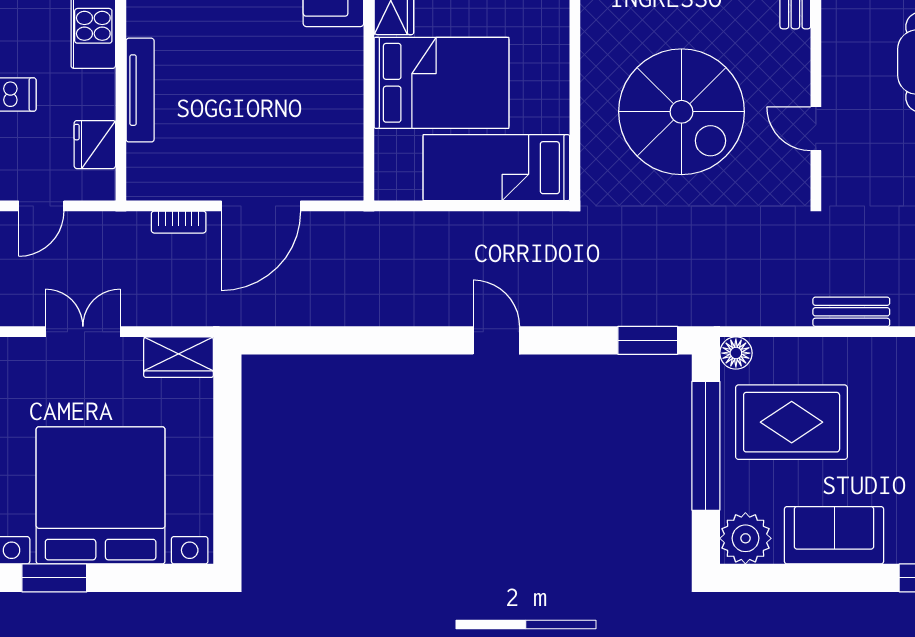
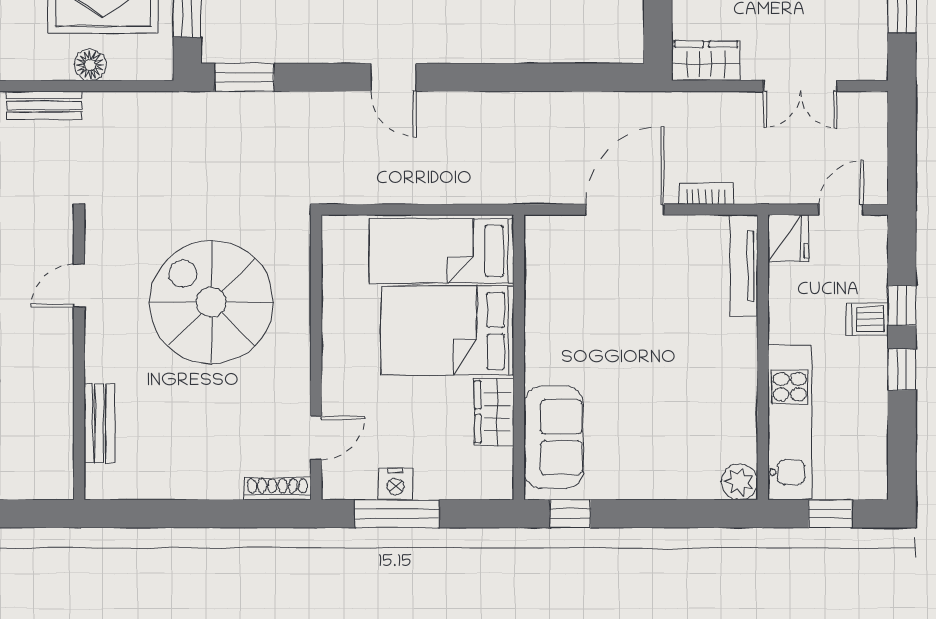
tv unit: (140, 90) -> (744, 266), moved
door: (816, 129) -> (79, 285), swing flipped
fridge: (95, 145) -> (788, 238), moved
bed: (496, 168) -> (442, 251), moved, turned 180
floor lamp: (736, 353) -> (90, 65), moved

